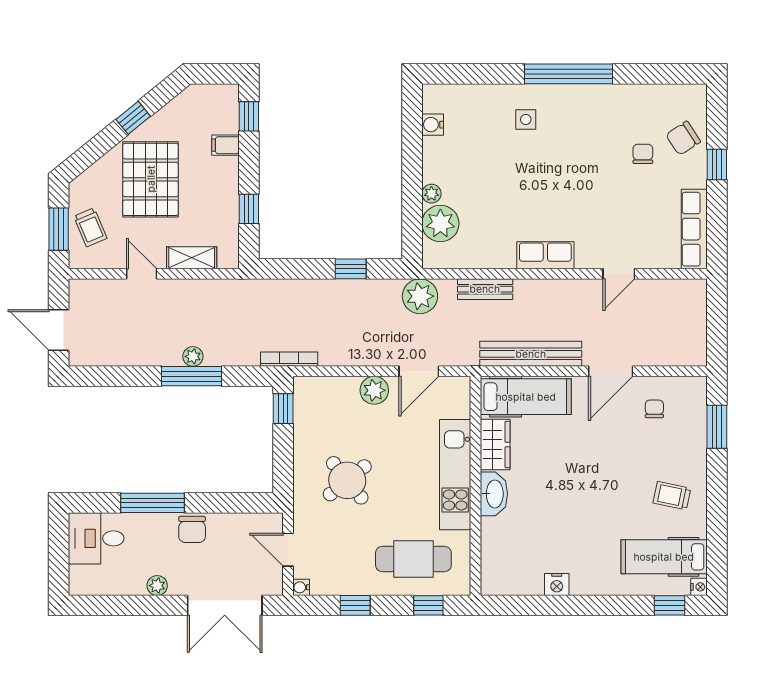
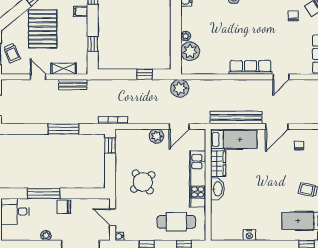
row of seats: (545, 255) -> (250, 67), width x1.48
bench: (485, 289) -> (73, 85), moved
plant: (193, 356) -> (64, 119), removed
chair: (192, 529) -> (64, 207), turned 90

